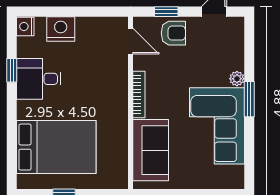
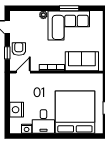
nightstand: (25, 26) -> (27, 129), moved
window: (12, 70) -> (39, 136), removed
window: (249, 99) -> (69, 8), moved
bed: (56, 147) -> (75, 112), width x1.36

